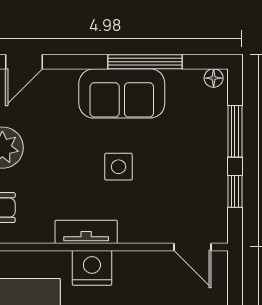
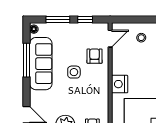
sofa: (122, 93) -> (41, 64), width x1.36
armchair: (154, 212) -> (95, 56), added
tv unit: (86, 232) -> (103, 87), removed

